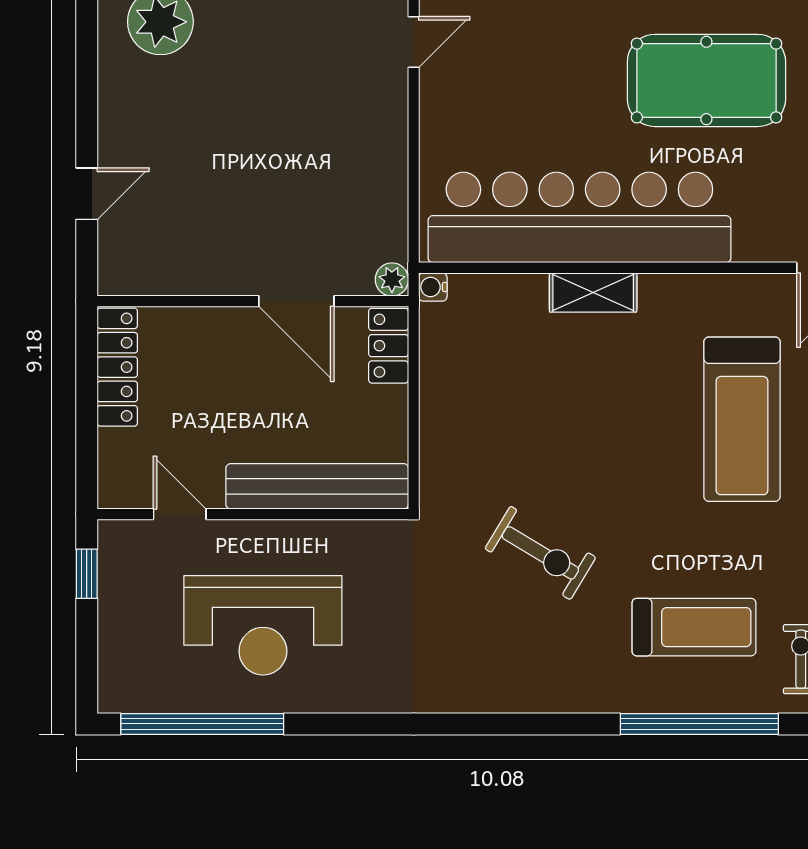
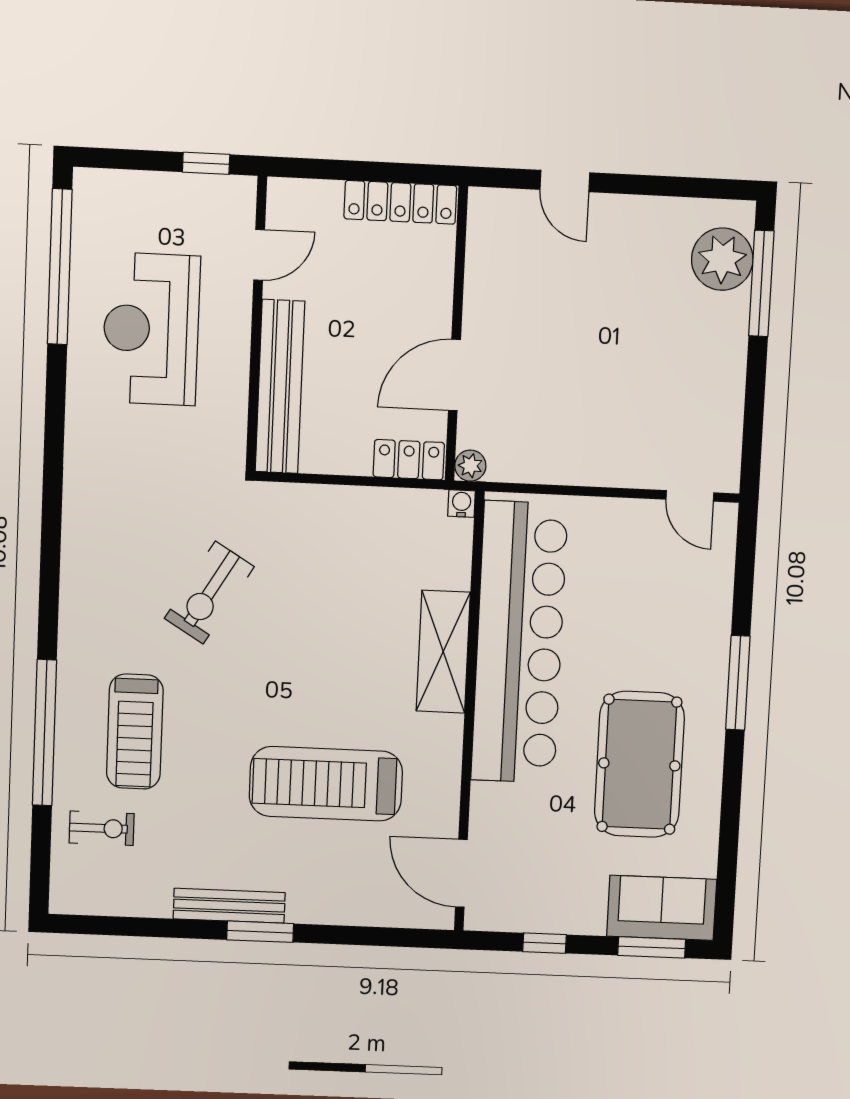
shelving: (593, 292) -> (443, 652), width x1.50, depth x1.33

